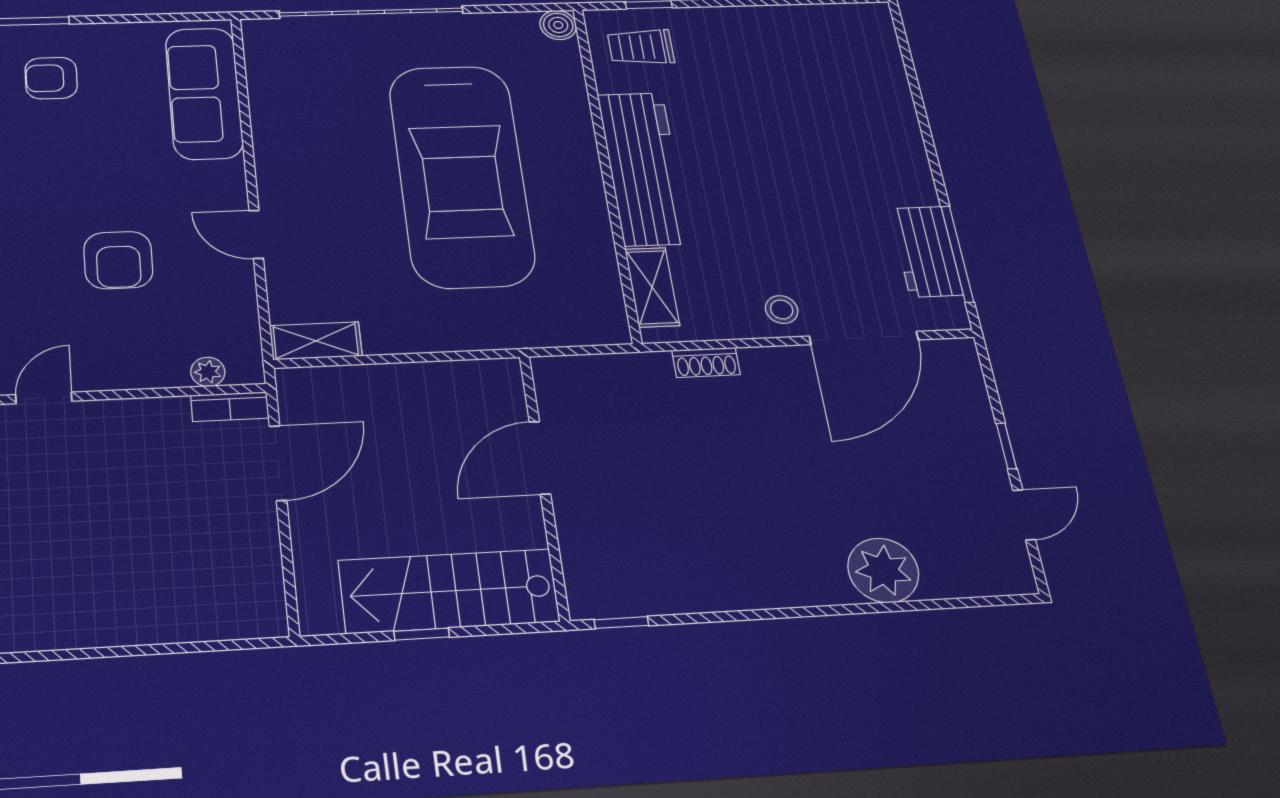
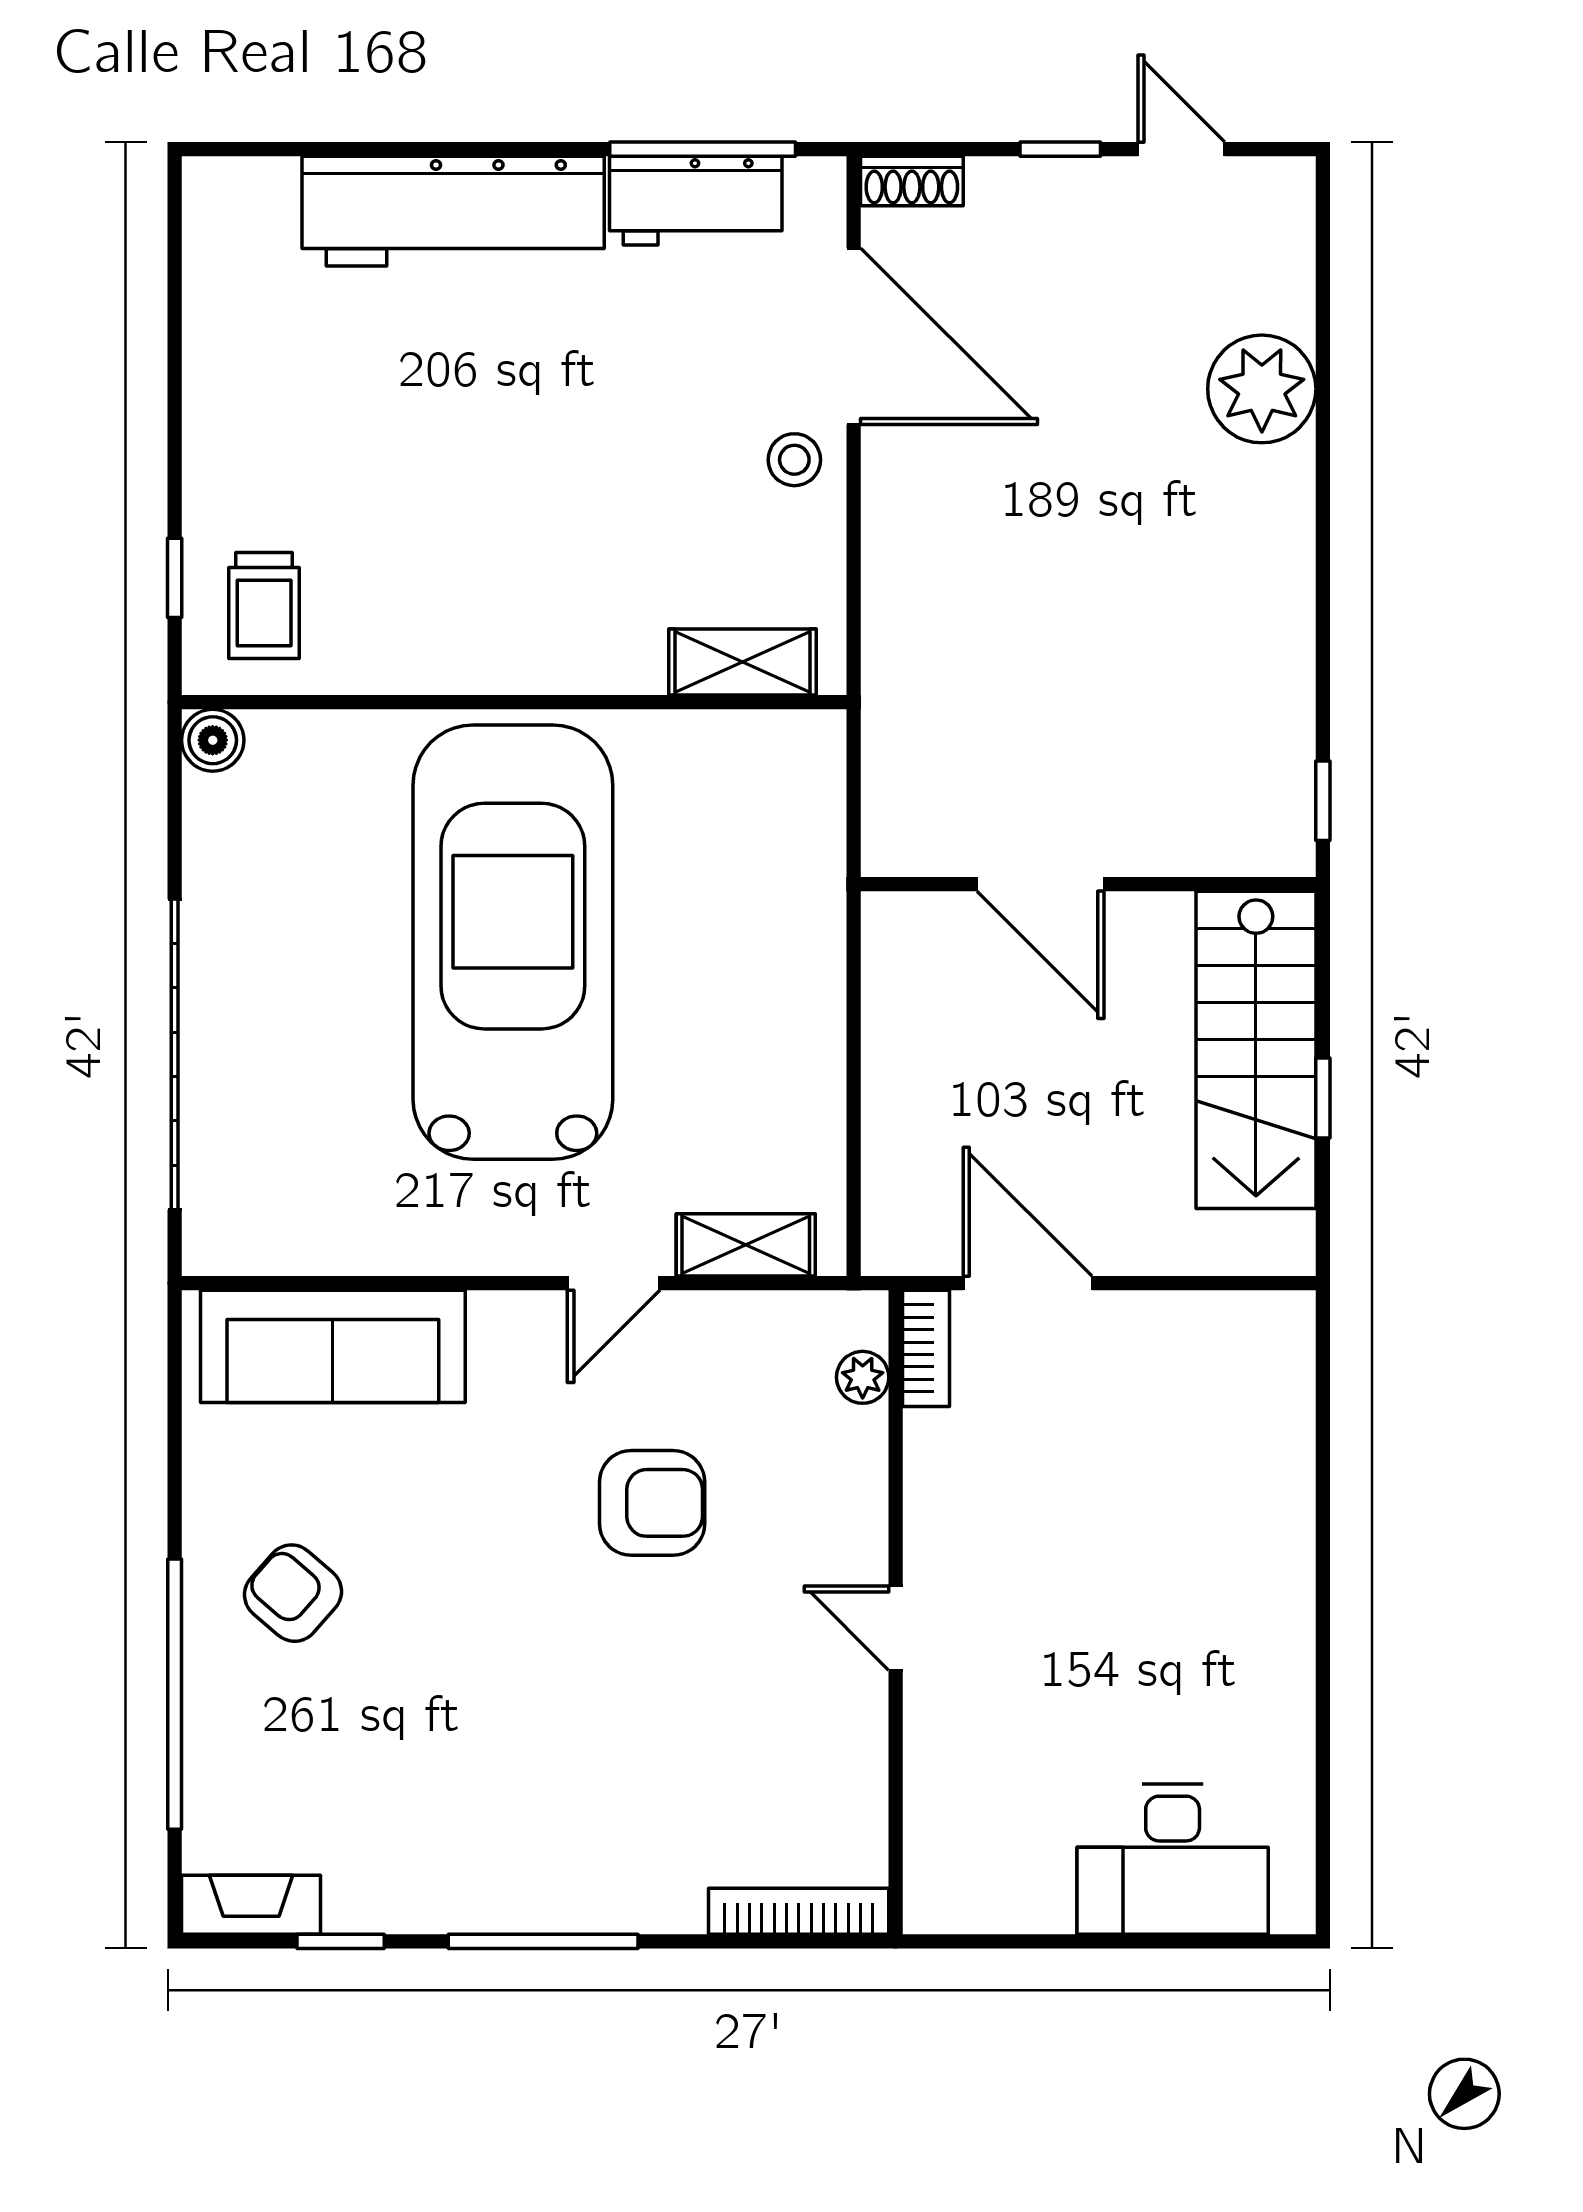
armchair: (51, 78) -> (293, 1593), turned 131
workbench: (643, 168) -> (453, 211), moved, turned 180
car: (461, 175) -> (513, 942), turned -90
shelving: (316, 341) -> (746, 1245), moved, turned 90
shoe rack: (706, 362) -> (912, 181), moved, turned 90

